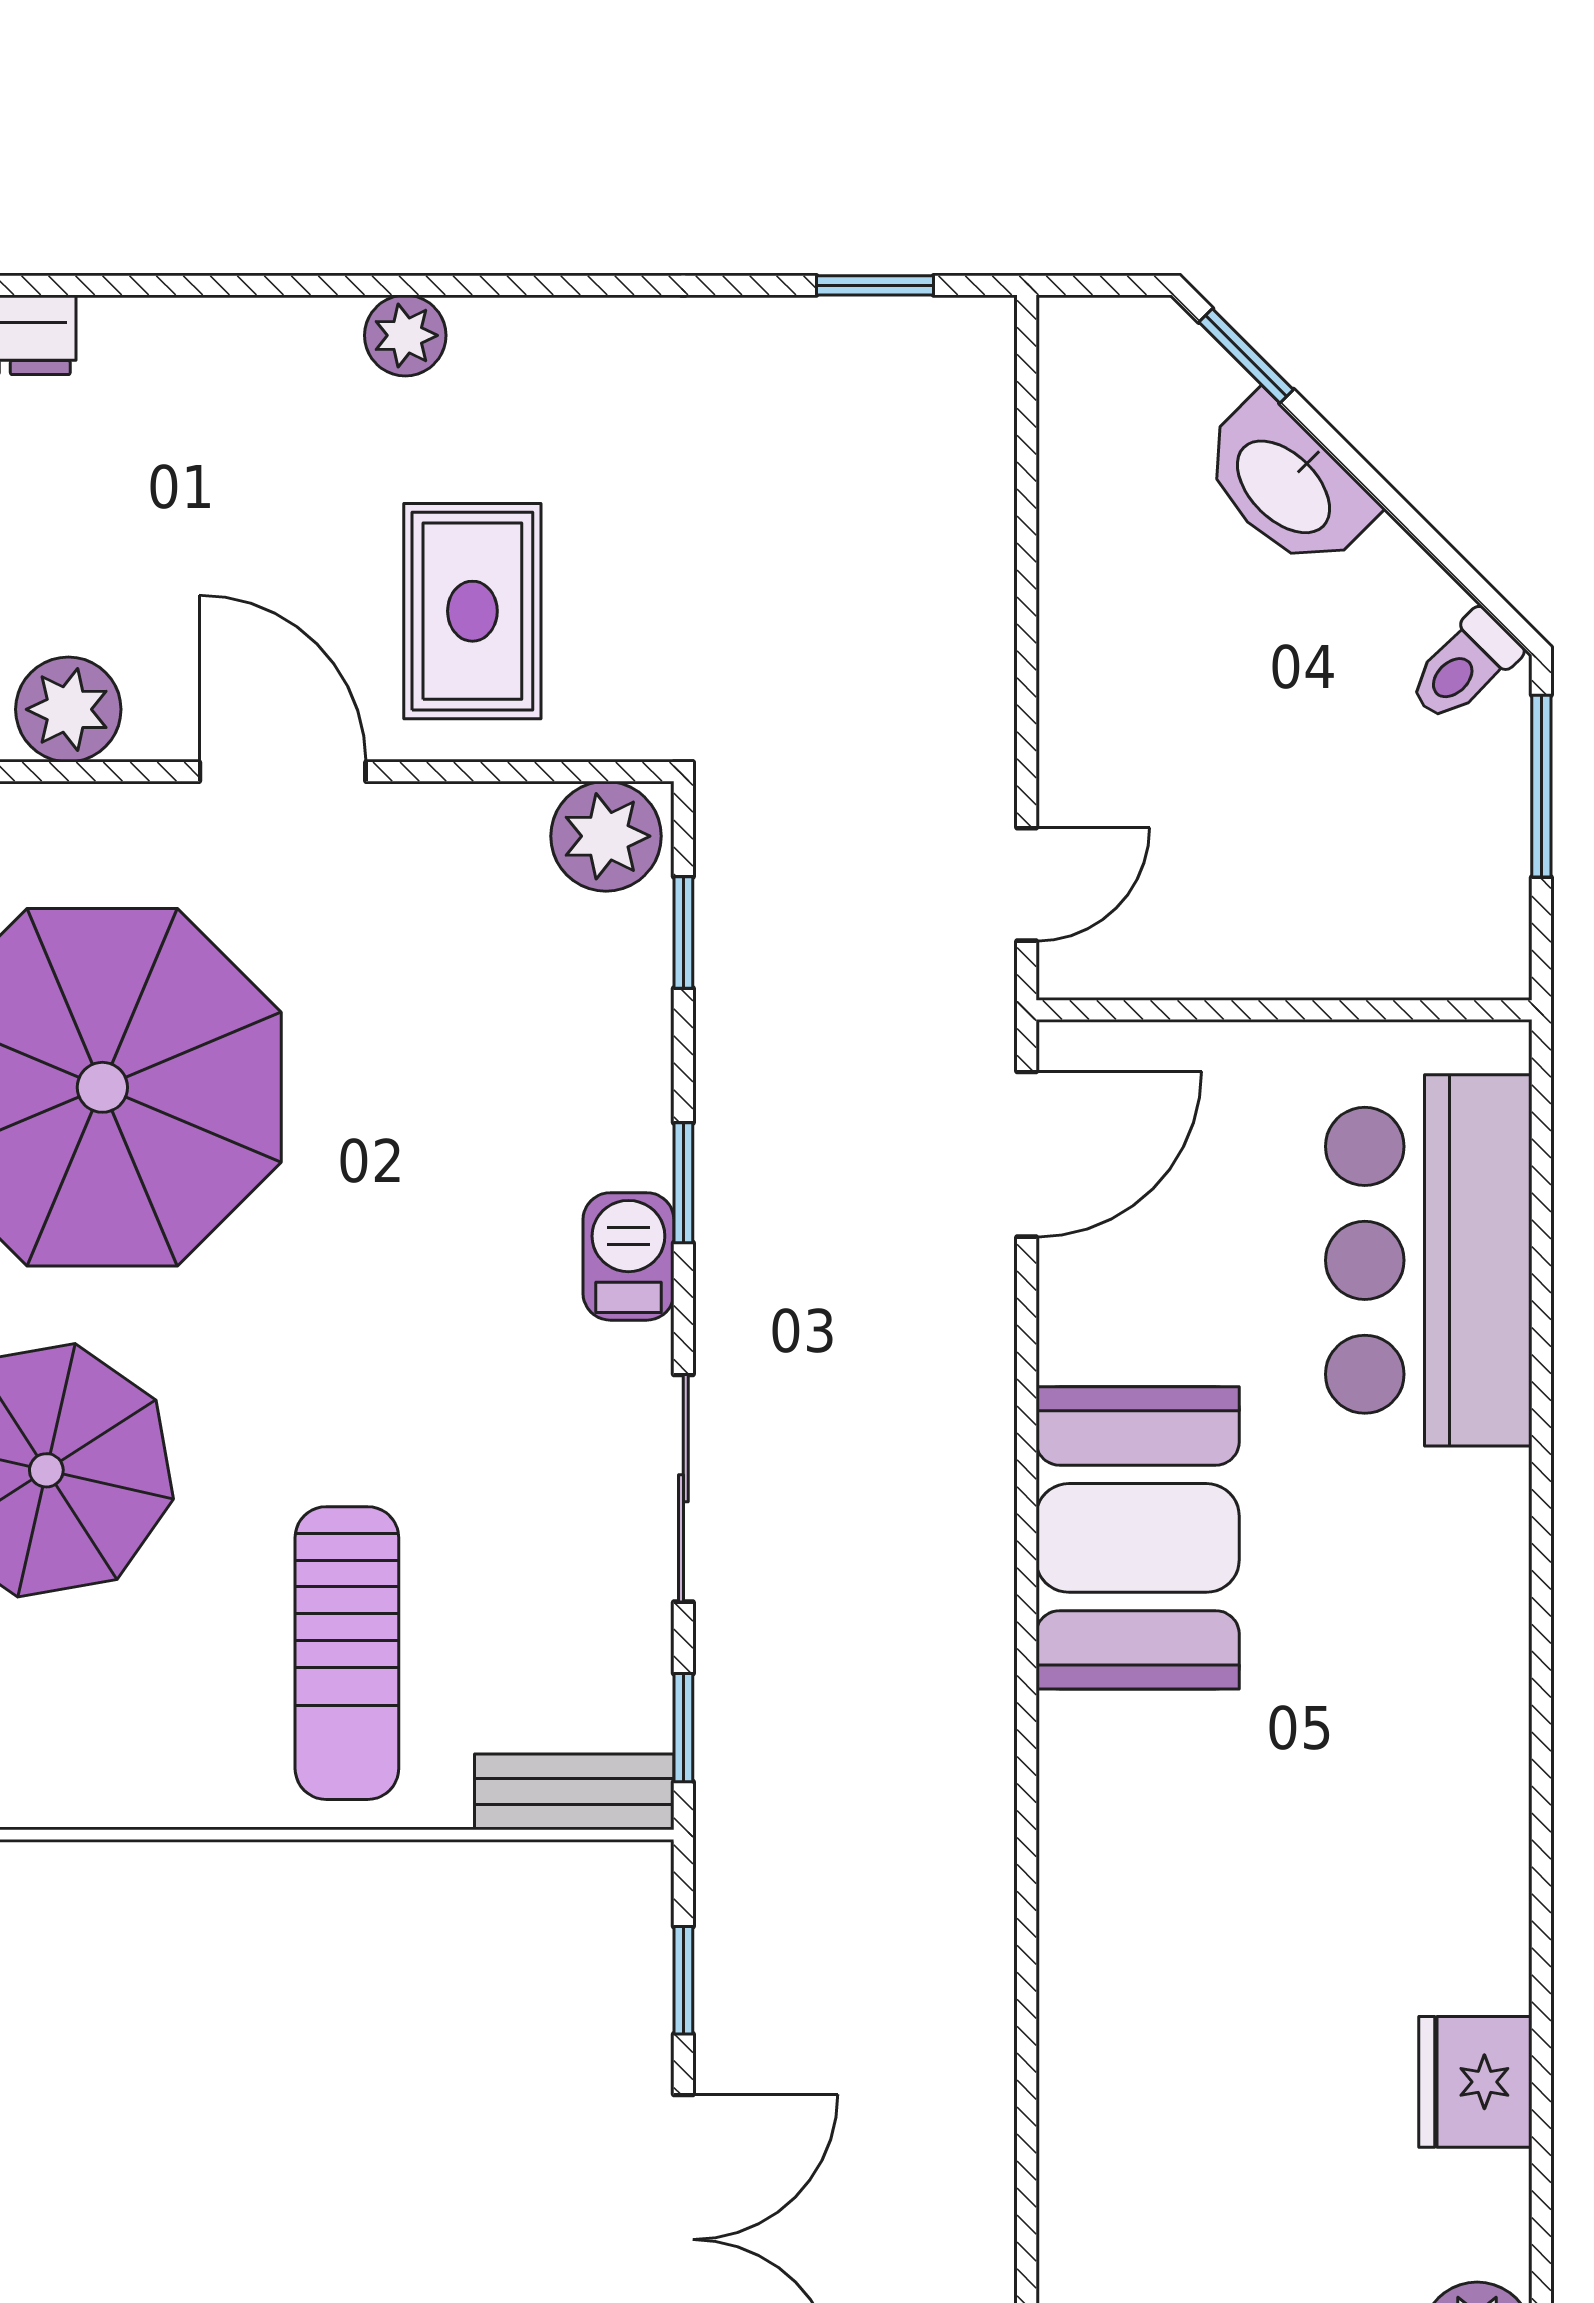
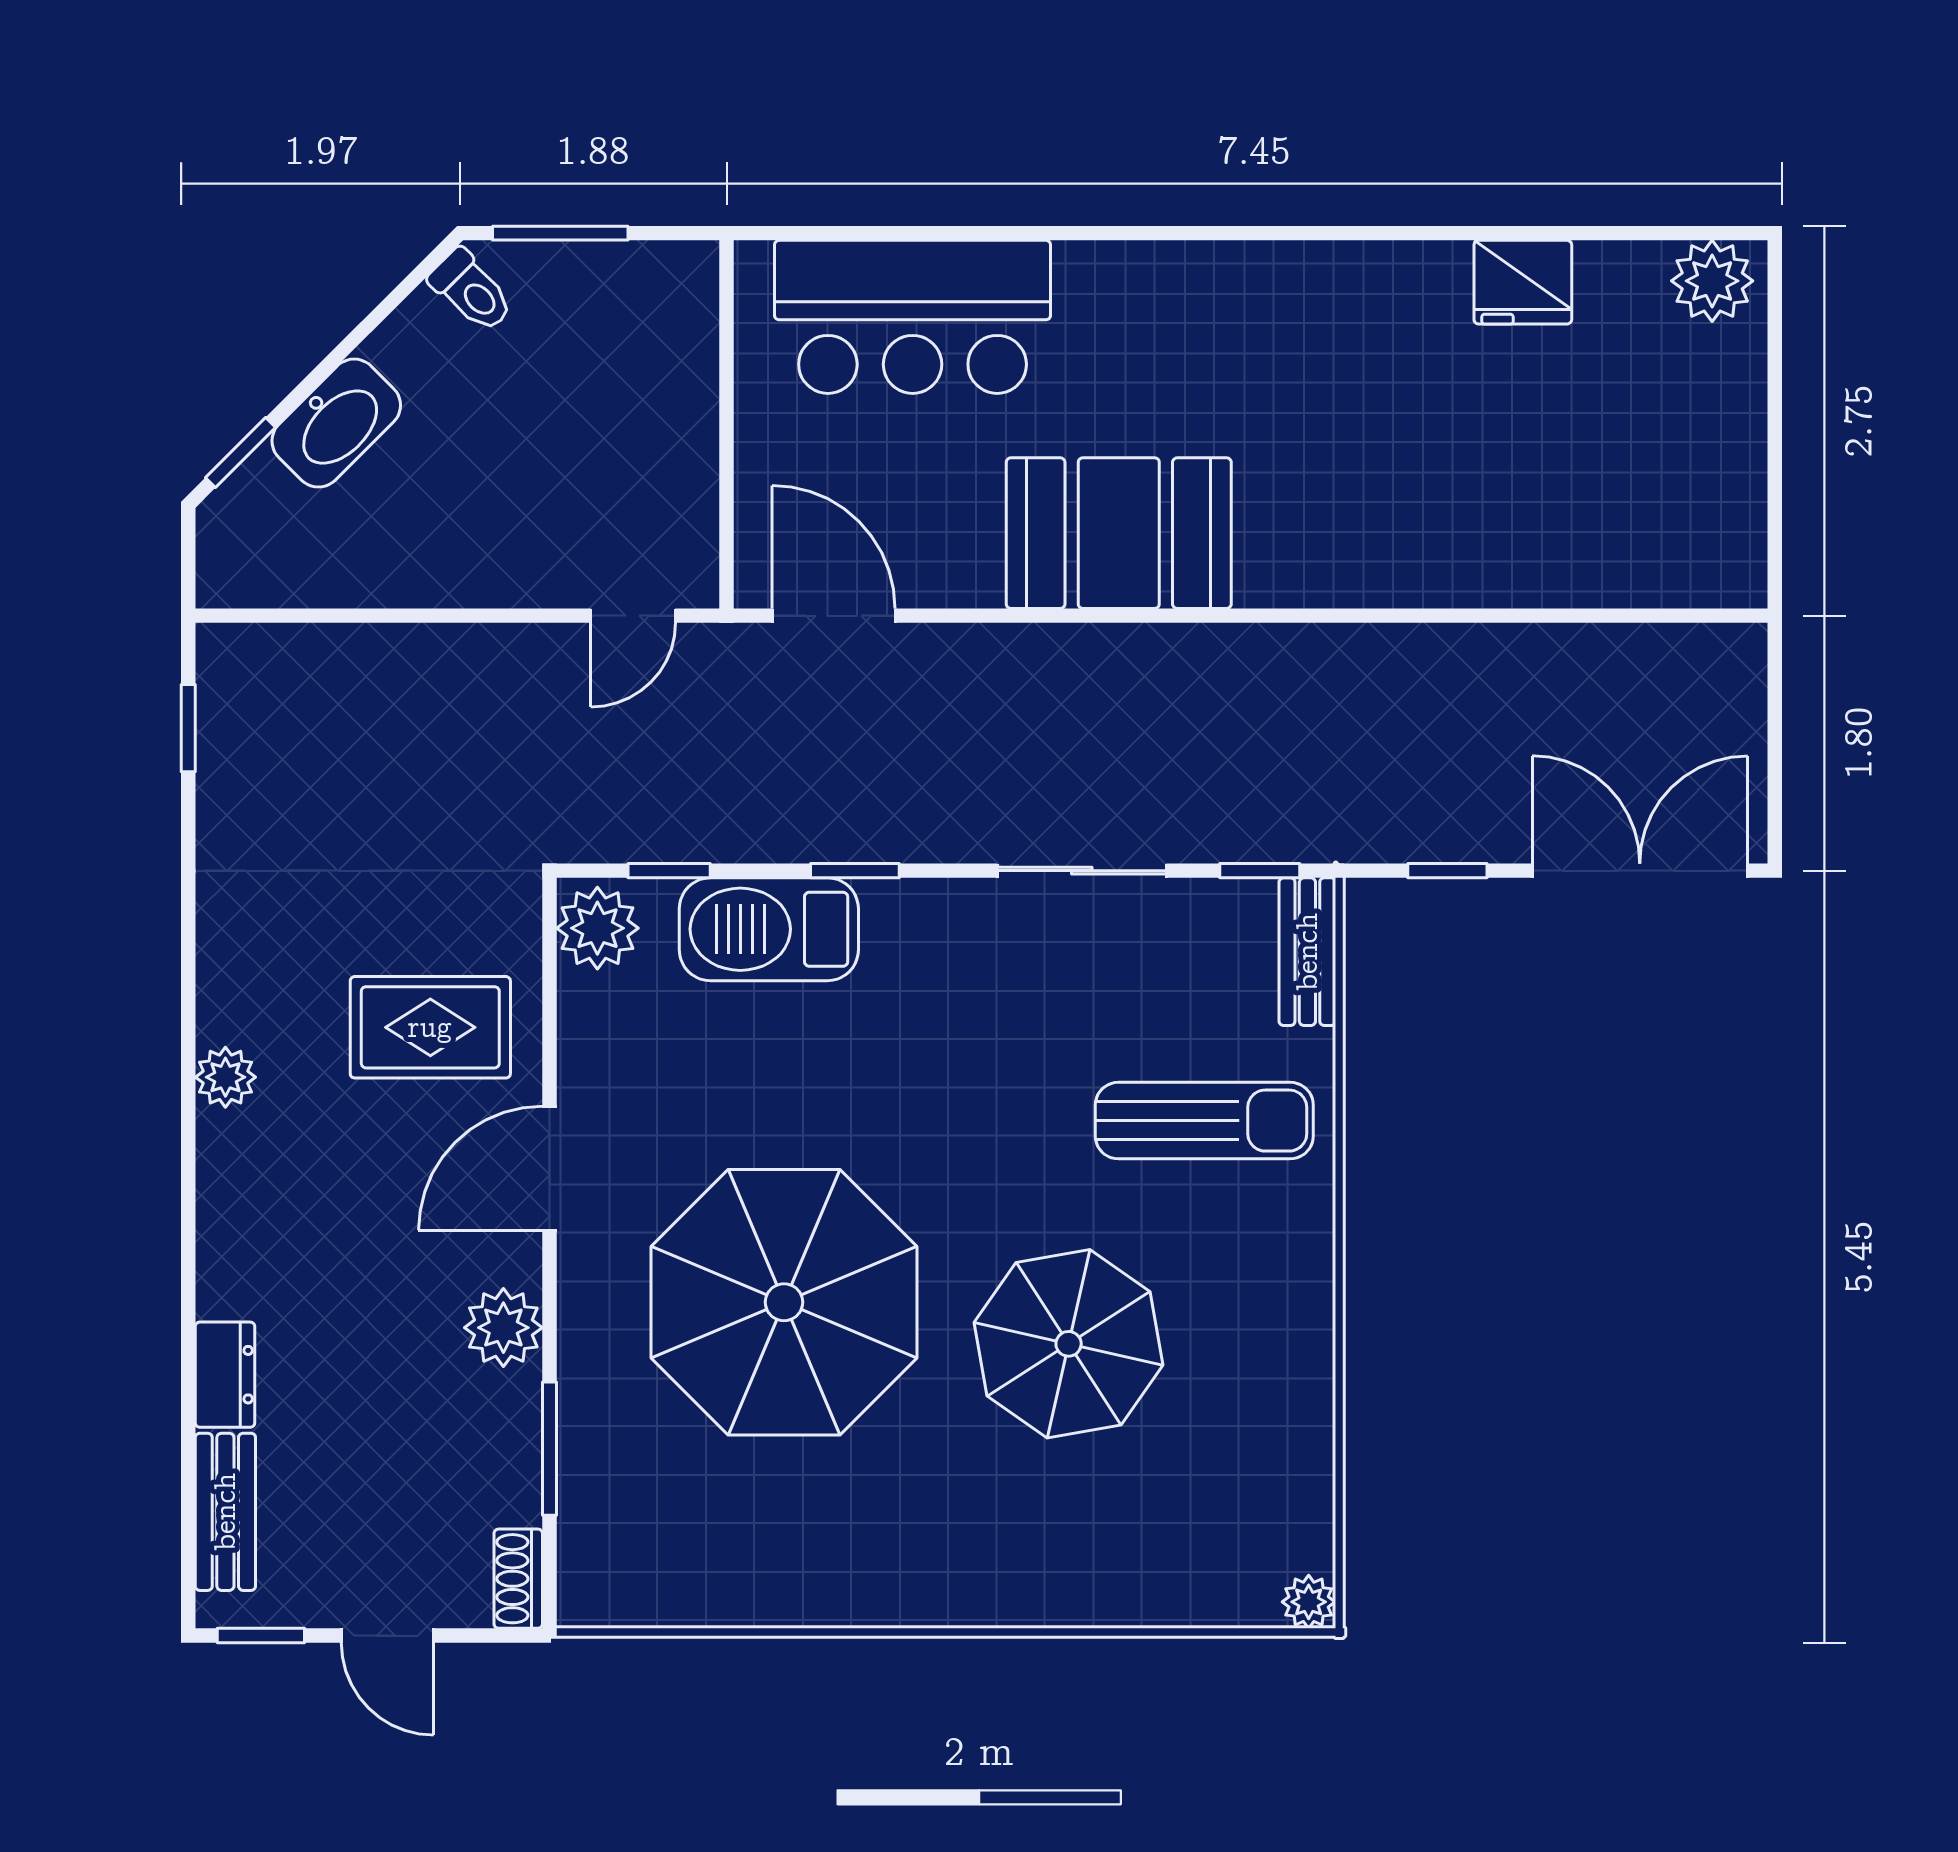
door: (1027, 884) -> (633, 616), swing flipped
barbecue: (628, 1256) -> (769, 929), moved, width x1.88, depth x1.53

